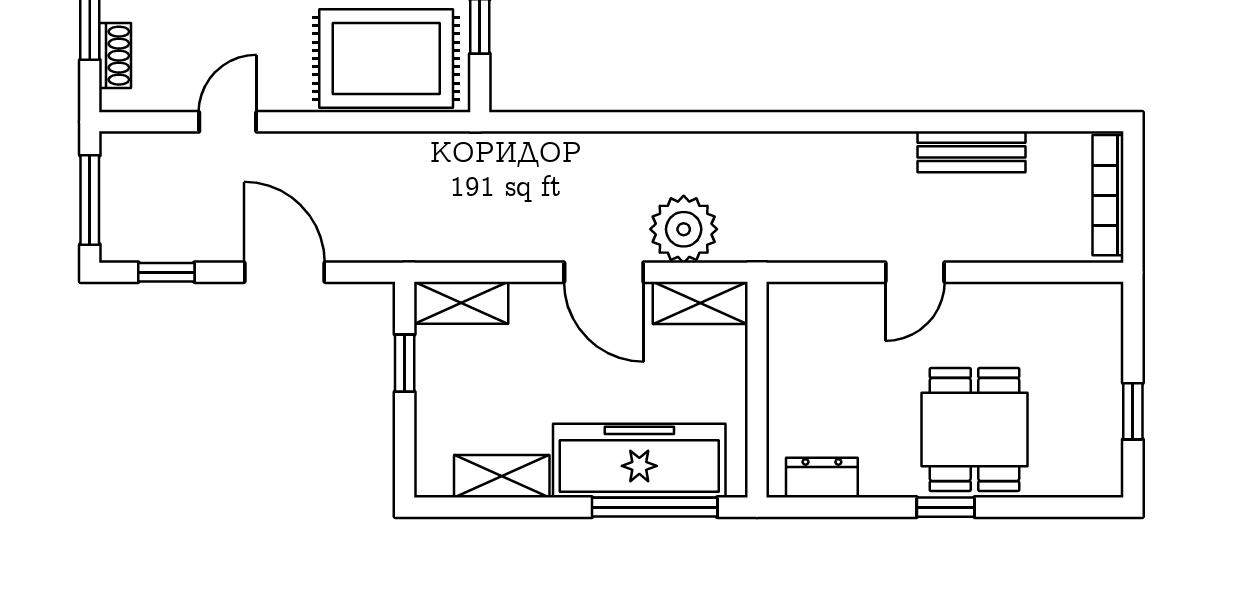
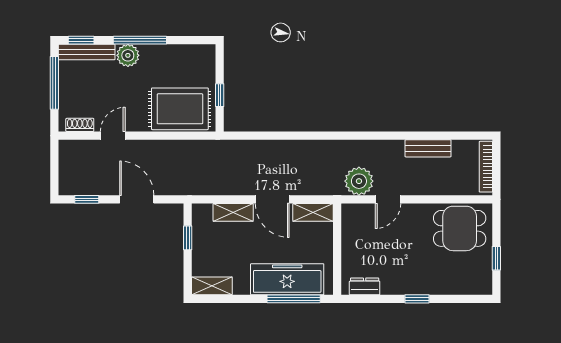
shoe rack: (115, 56) -> (80, 125), moved, turned -90
window: (90, 200) -> (54, 169), removed
plant: (684, 229) -> (359, 181), moved
door: (915, 272) -> (388, 199), moved
shelving: (461, 303) -> (233, 212), moved
dining table: (974, 430) -> (460, 228), moved, turned 90
shelving: (502, 476) -> (212, 286), moved

